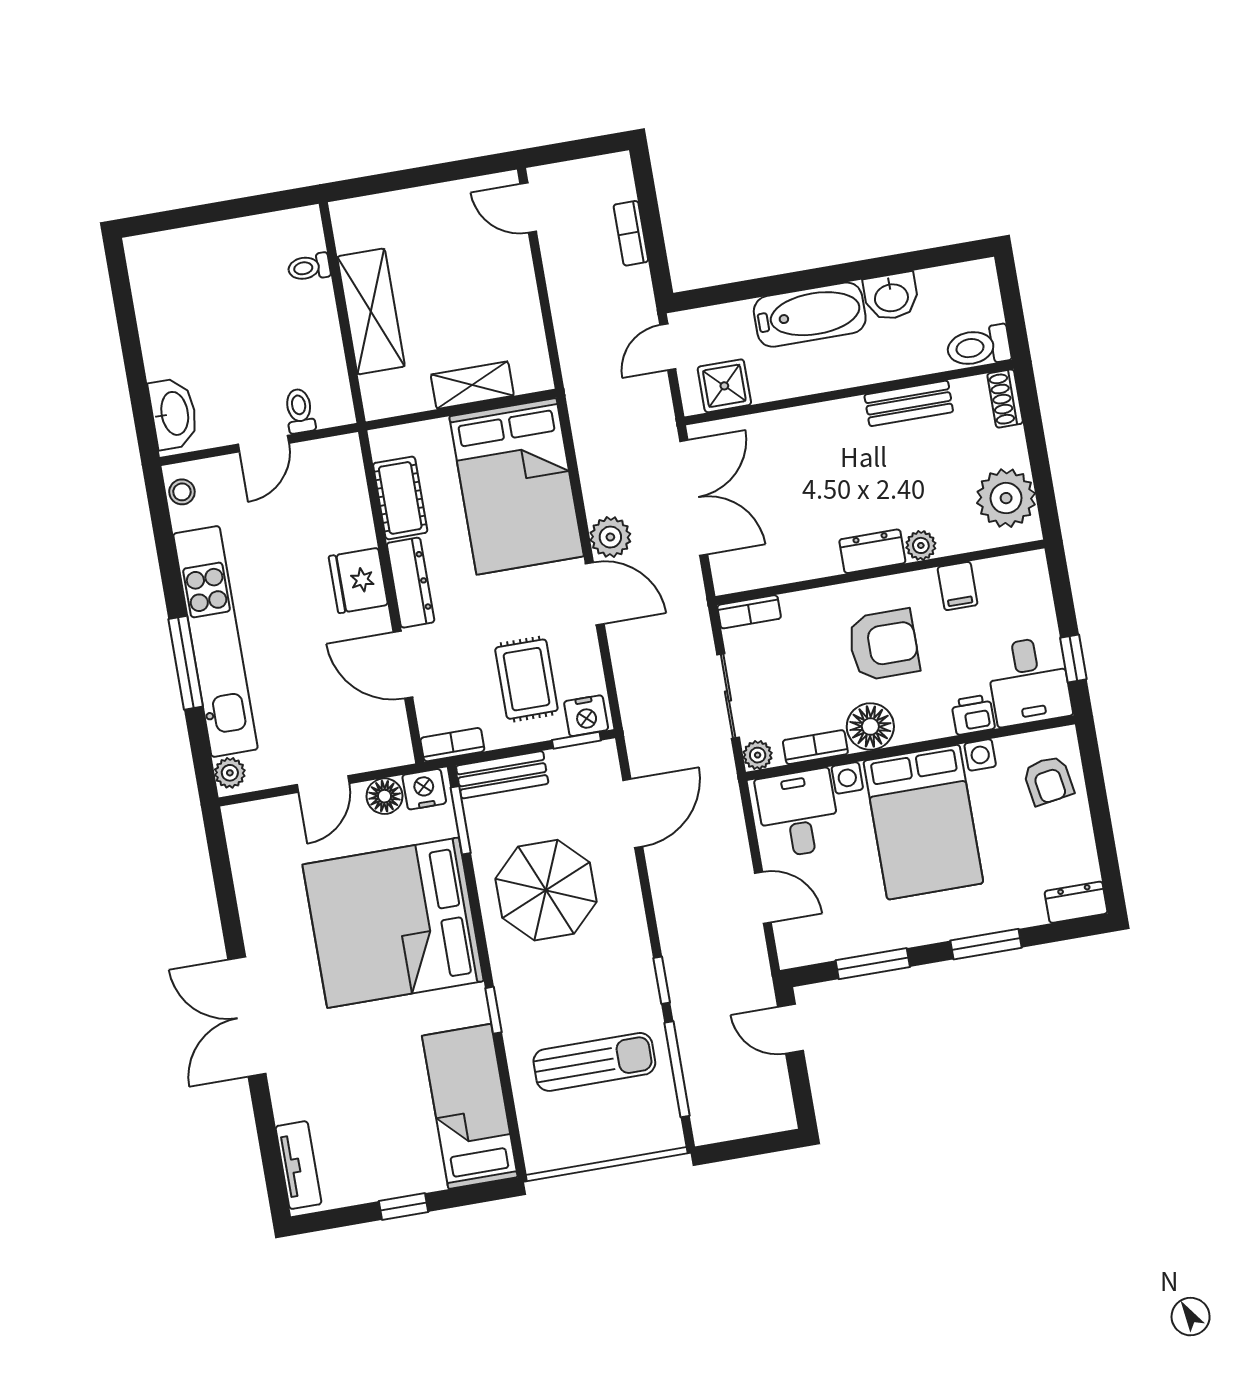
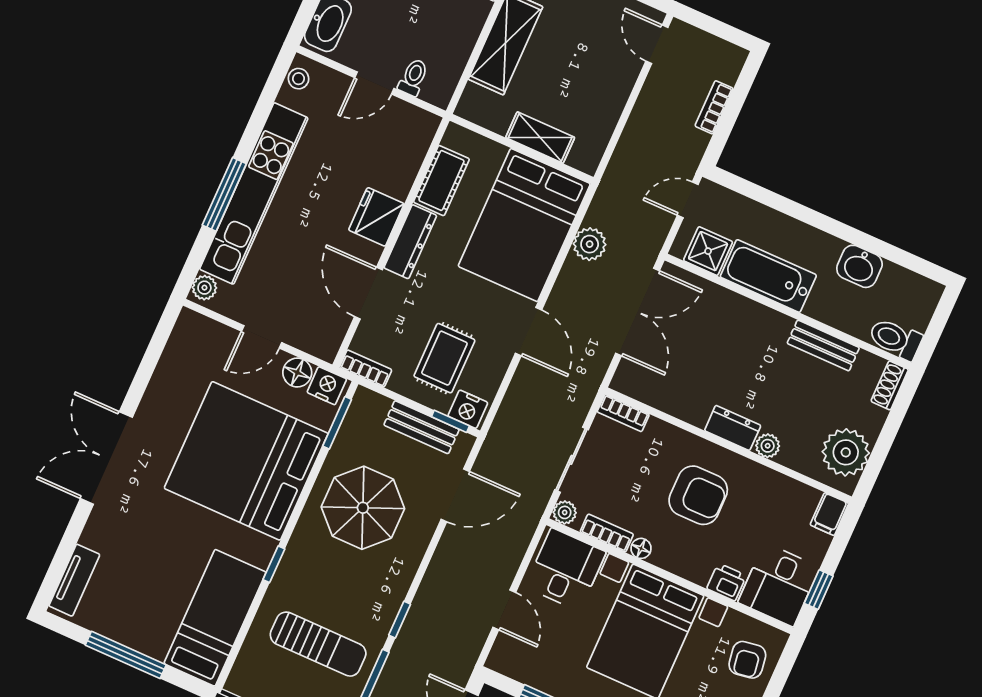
bathtub: (810, 315) -> (768, 276), moved, turned 180
plant: (610, 537) -> (590, 244), moved
filing cabinet: (958, 586) -> (829, 514), moved
floor lamp: (870, 727) -> (641, 548), width x0.53, depth x0.53
bench: (502, 775) -> (422, 427), moved
window: (404, 1207) -> (126, 655), width x2.17

